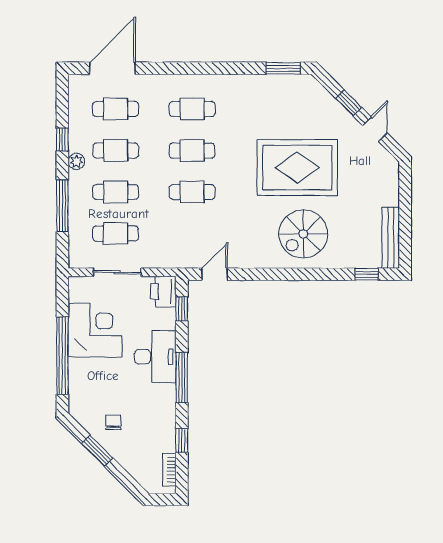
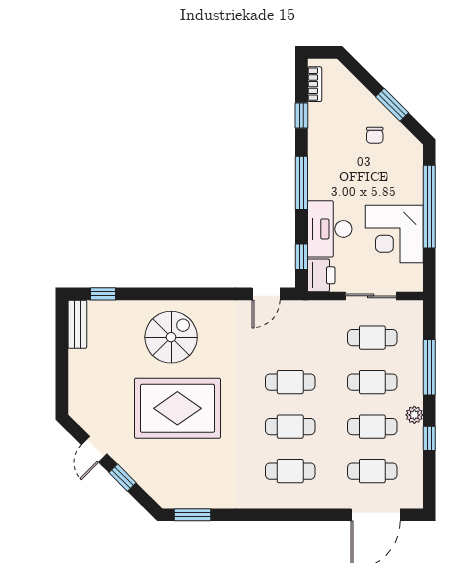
bench: (391, 238) -> (77, 324), width x0.73
desk: (155, 357) -> (330, 229), moved

